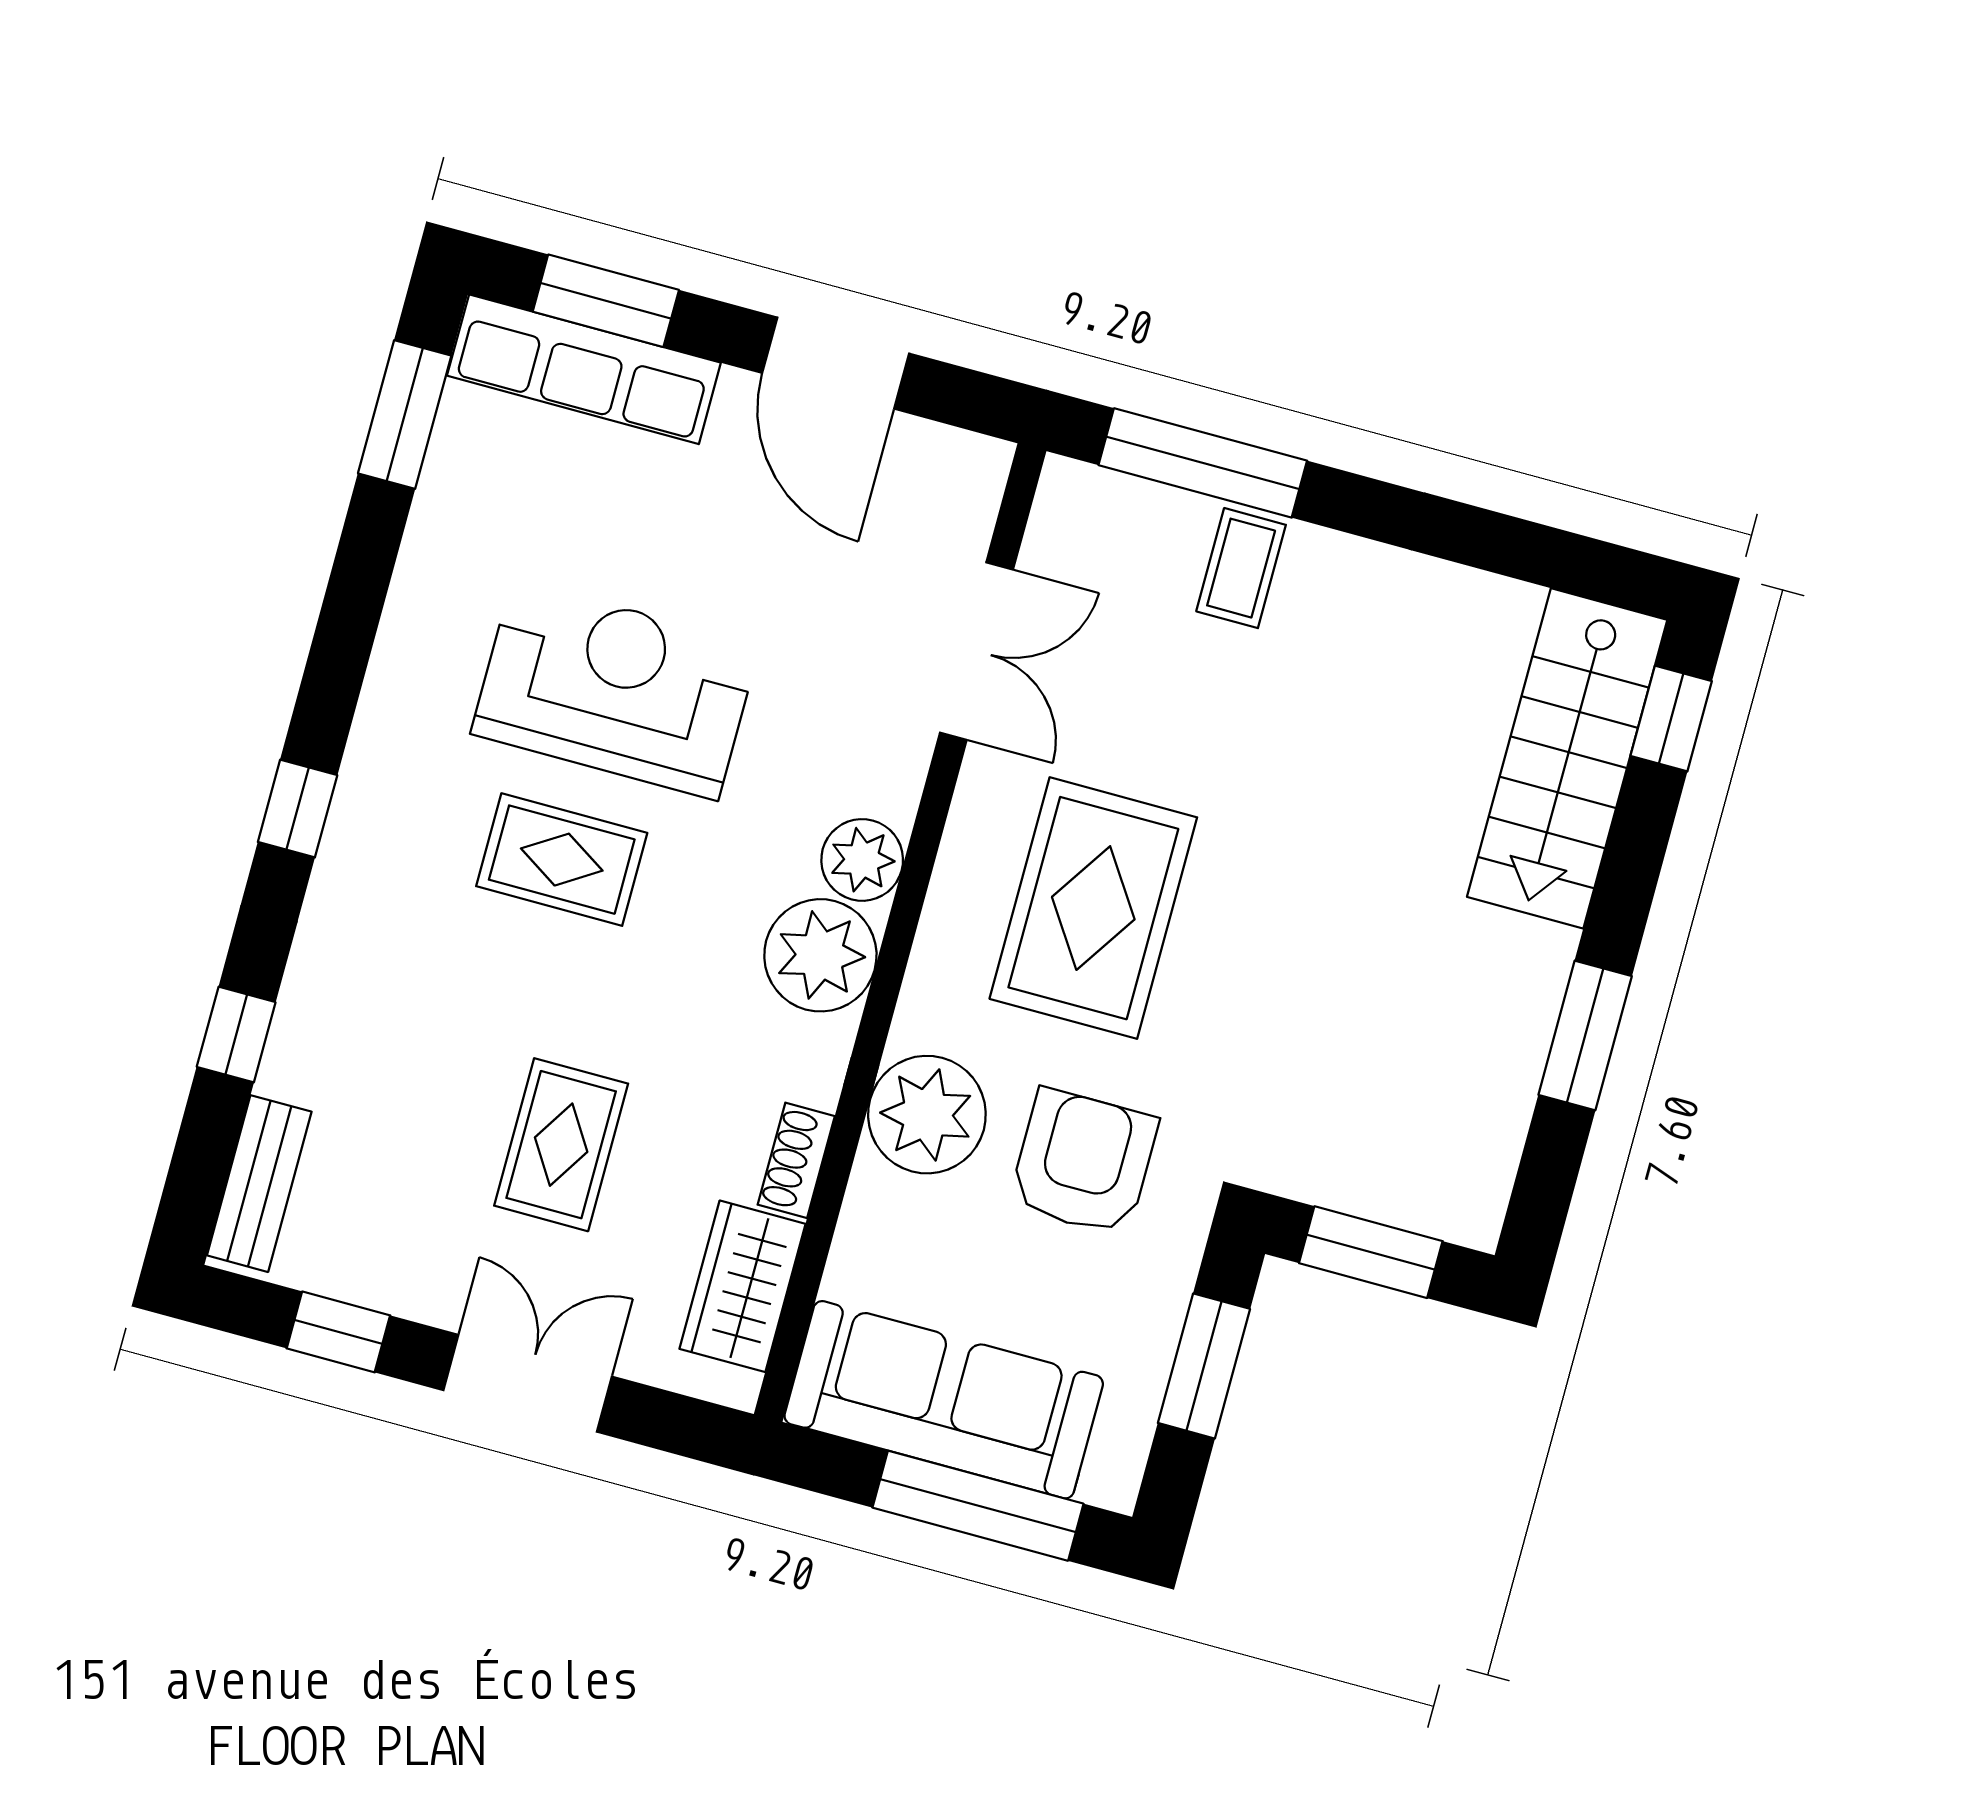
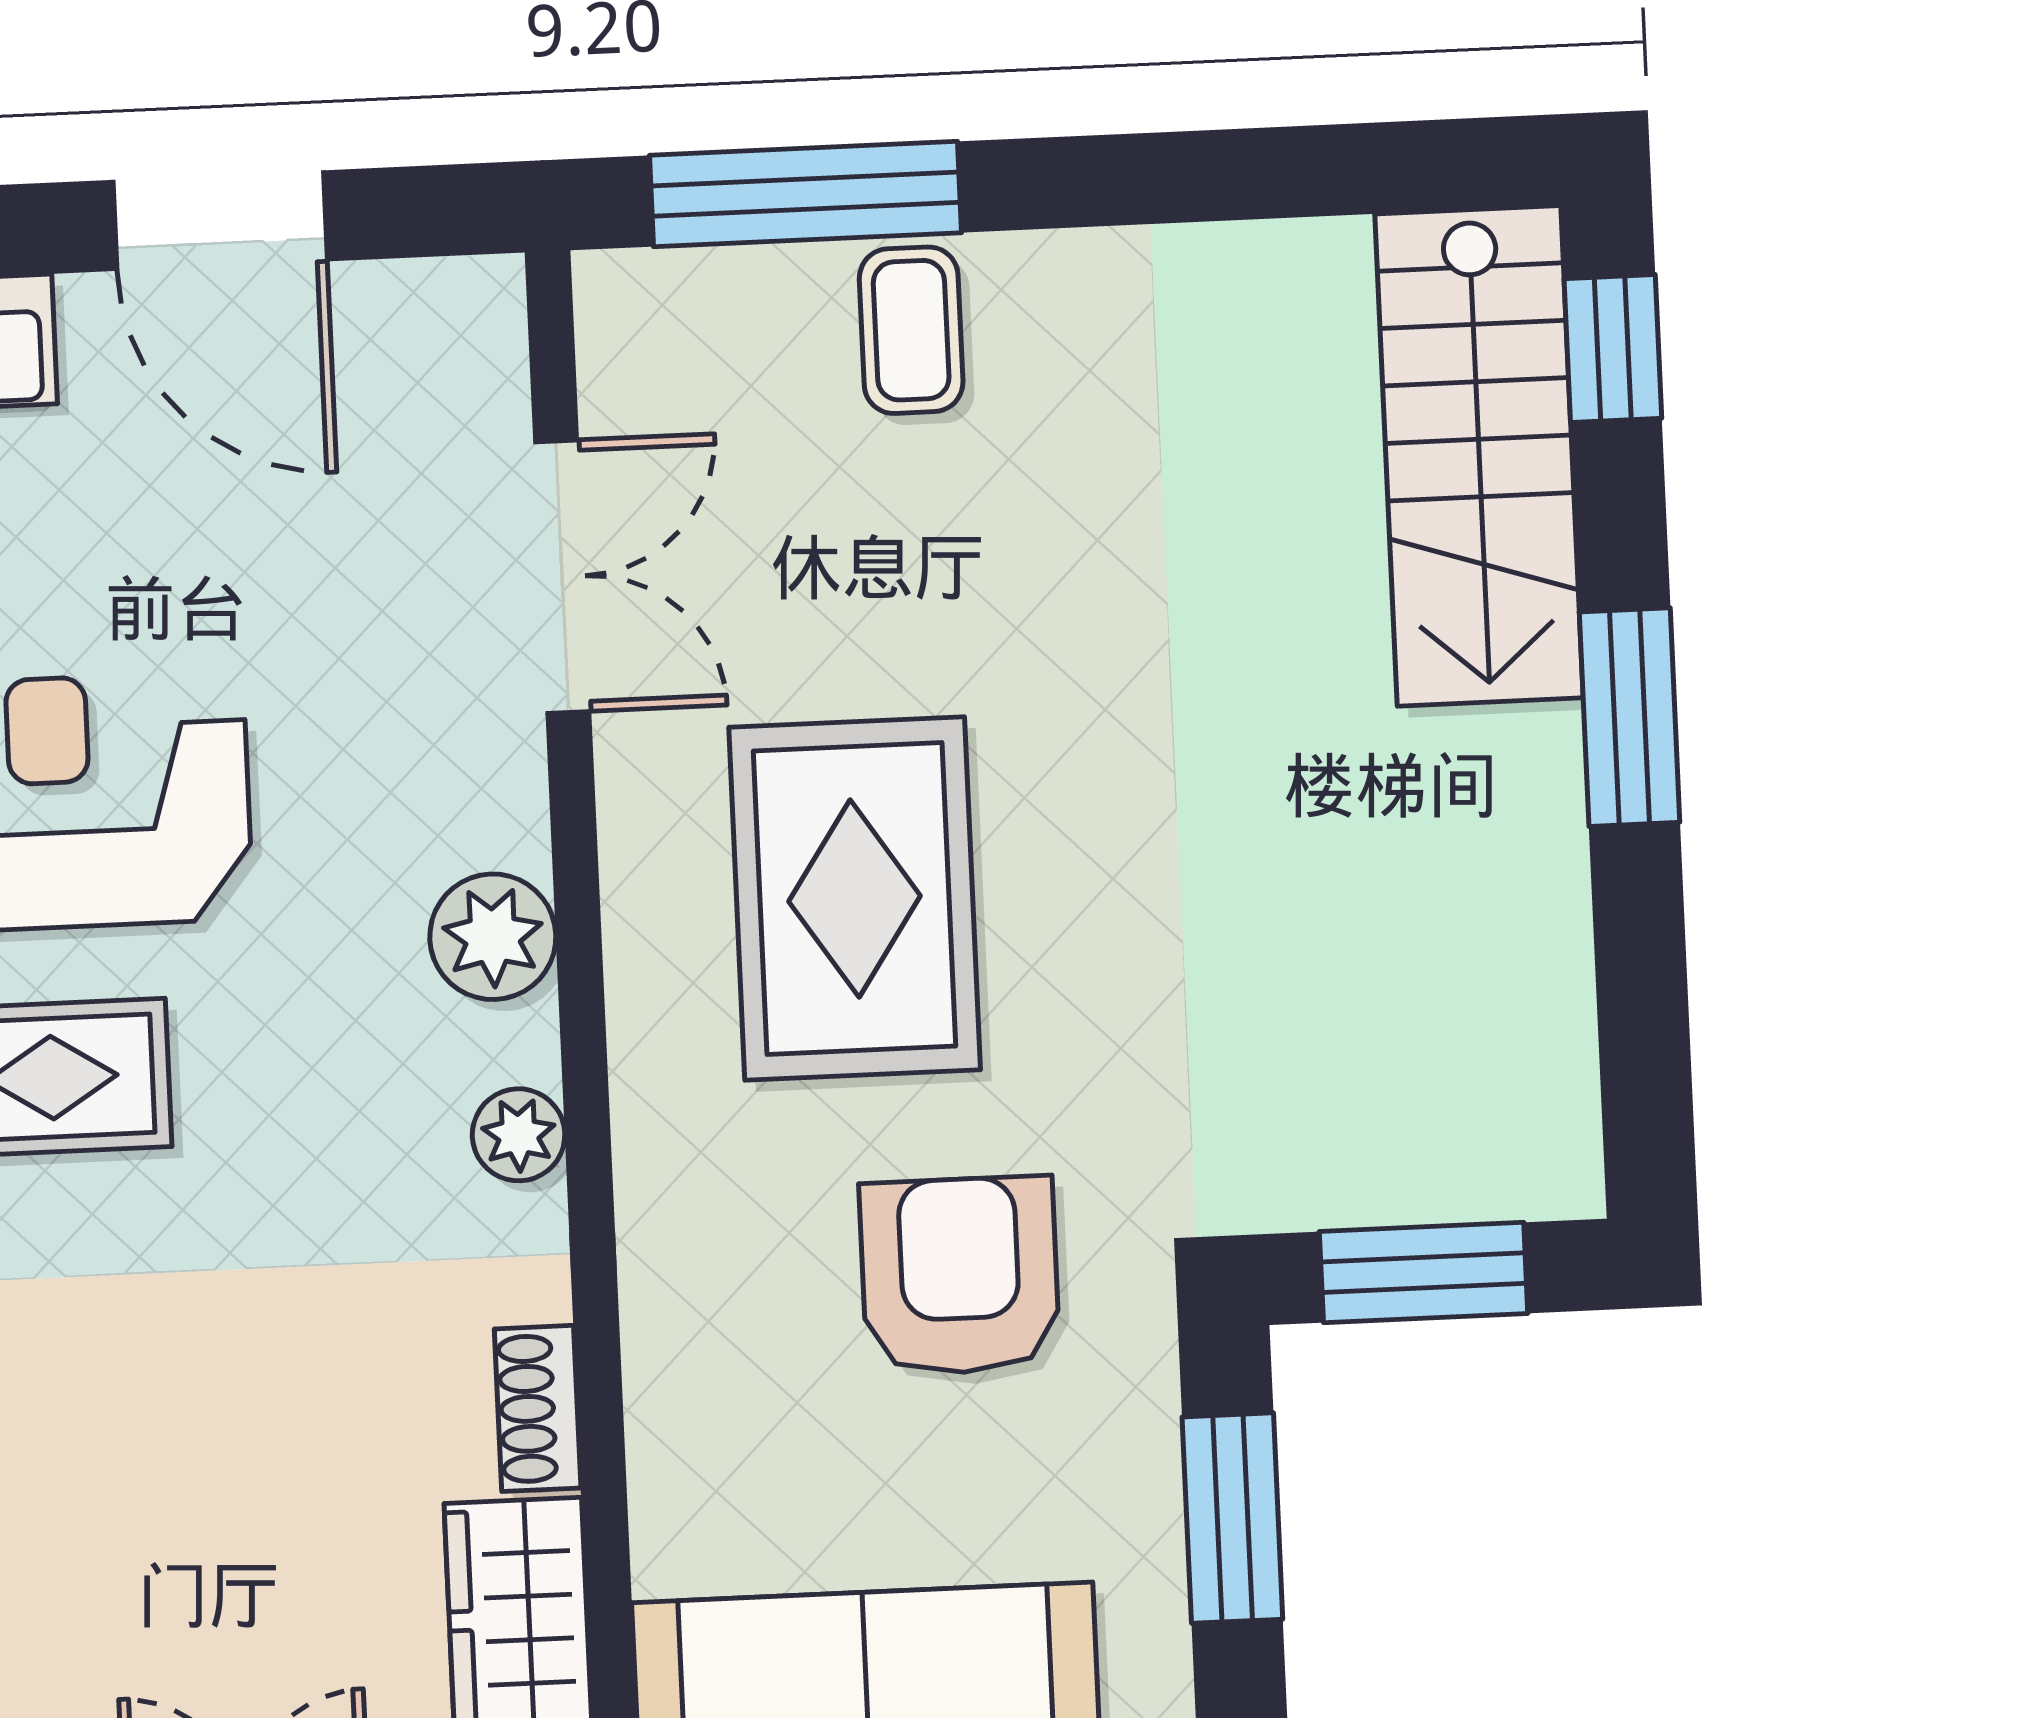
plant: (820, 955) -> (519, 1135), width x0.53, depth x0.53
window: (1585, 1035) -> (1630, 717), moved
plant: (927, 1115) -> (708, 1280), removed
rug: (561, 1145) -> (185, 1496), removed

